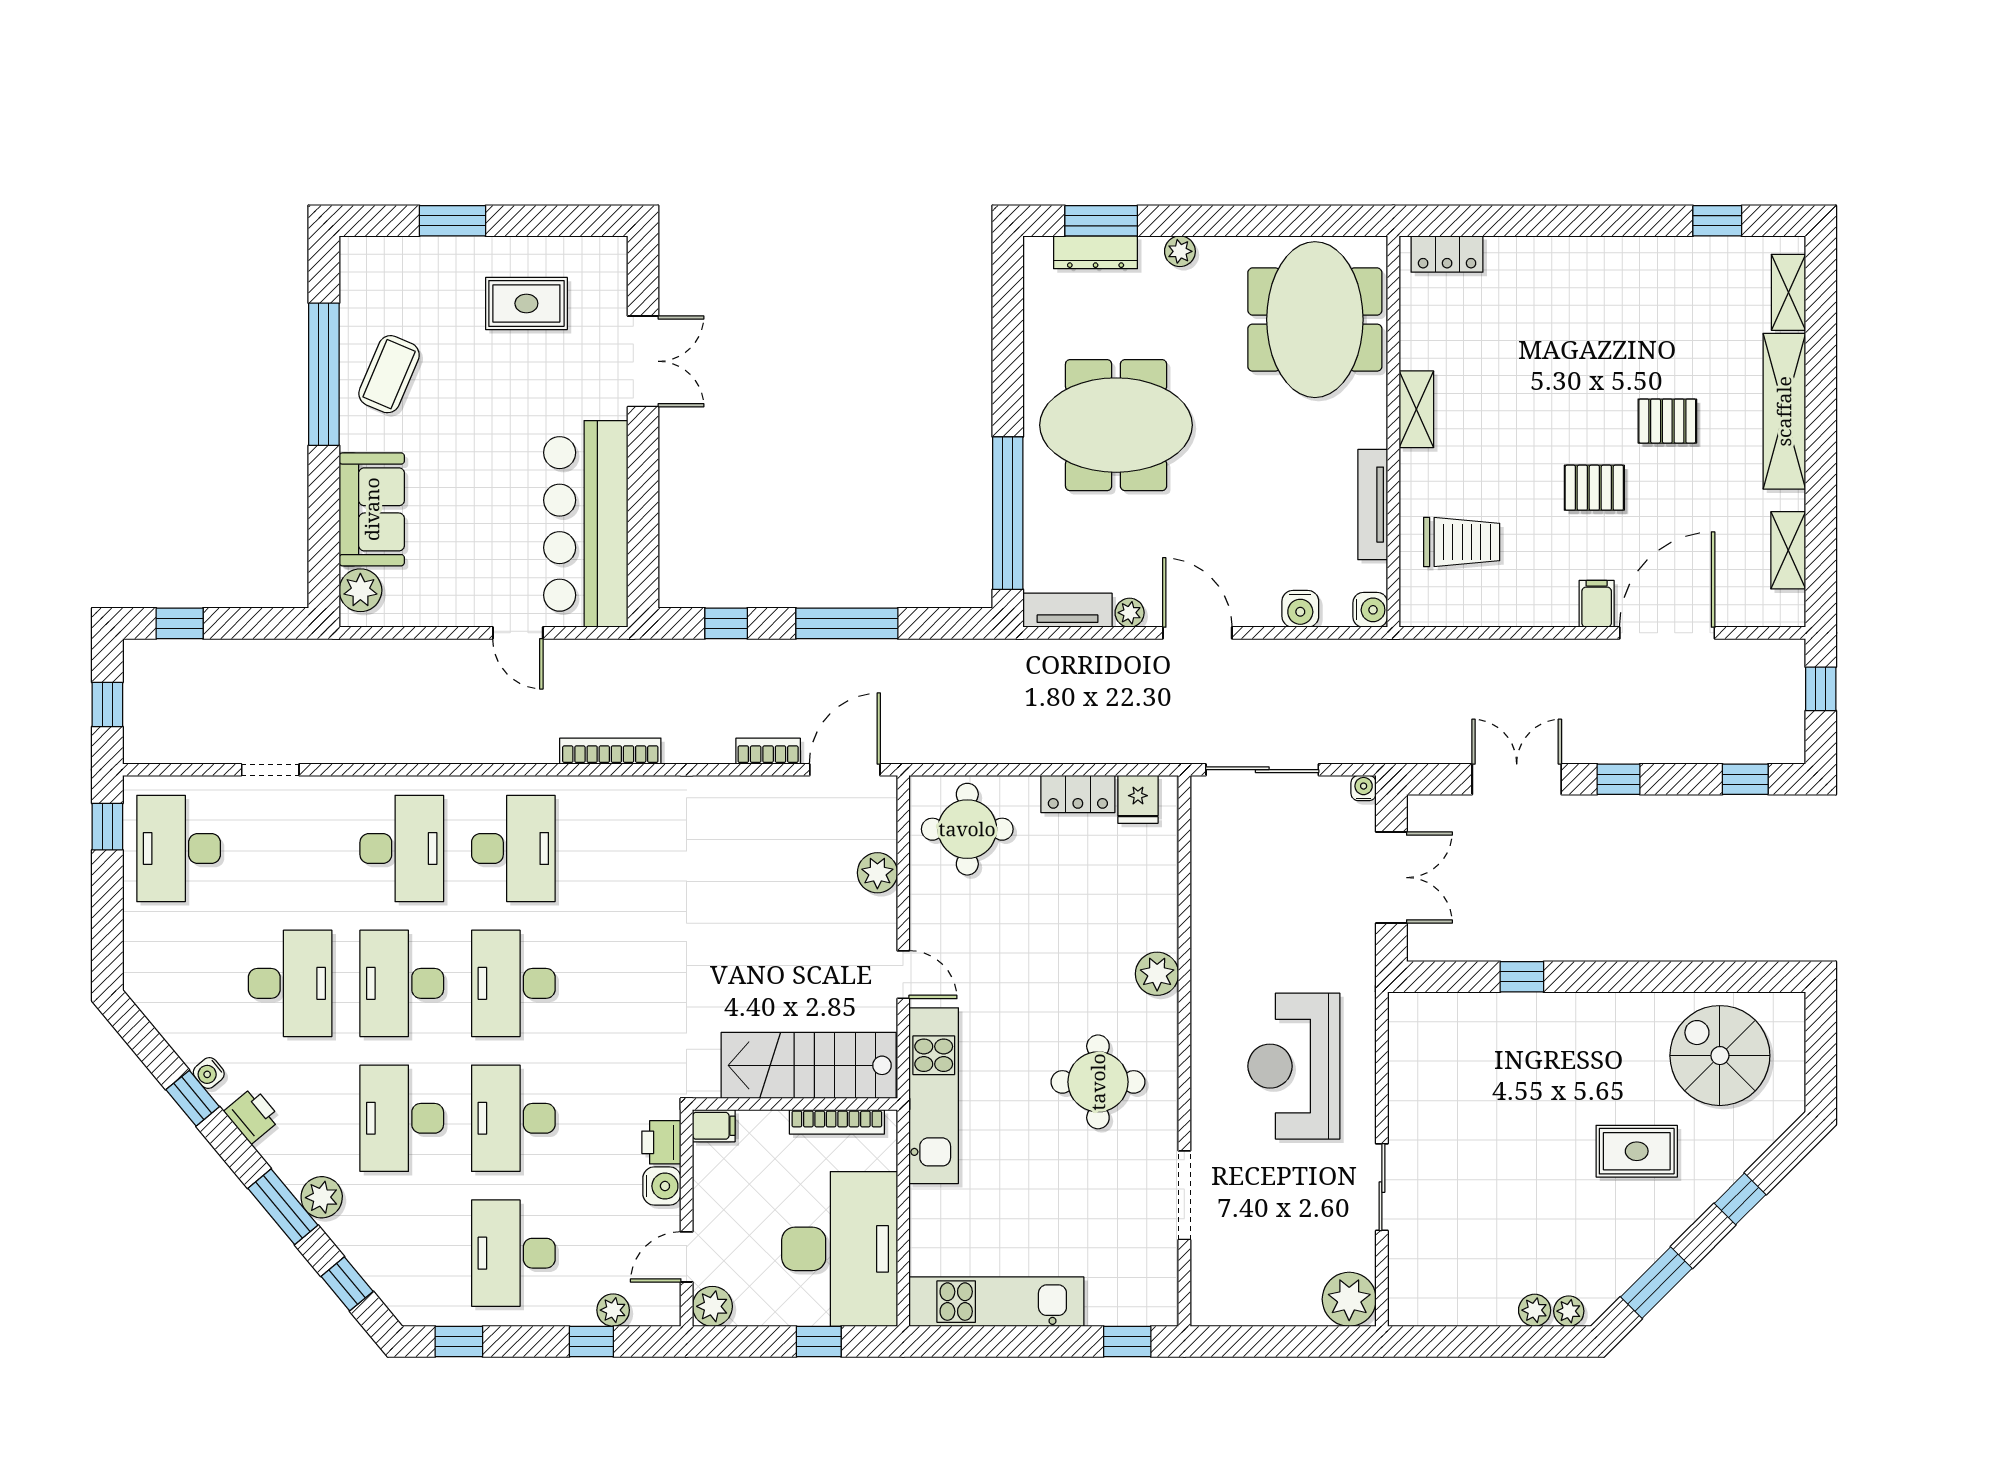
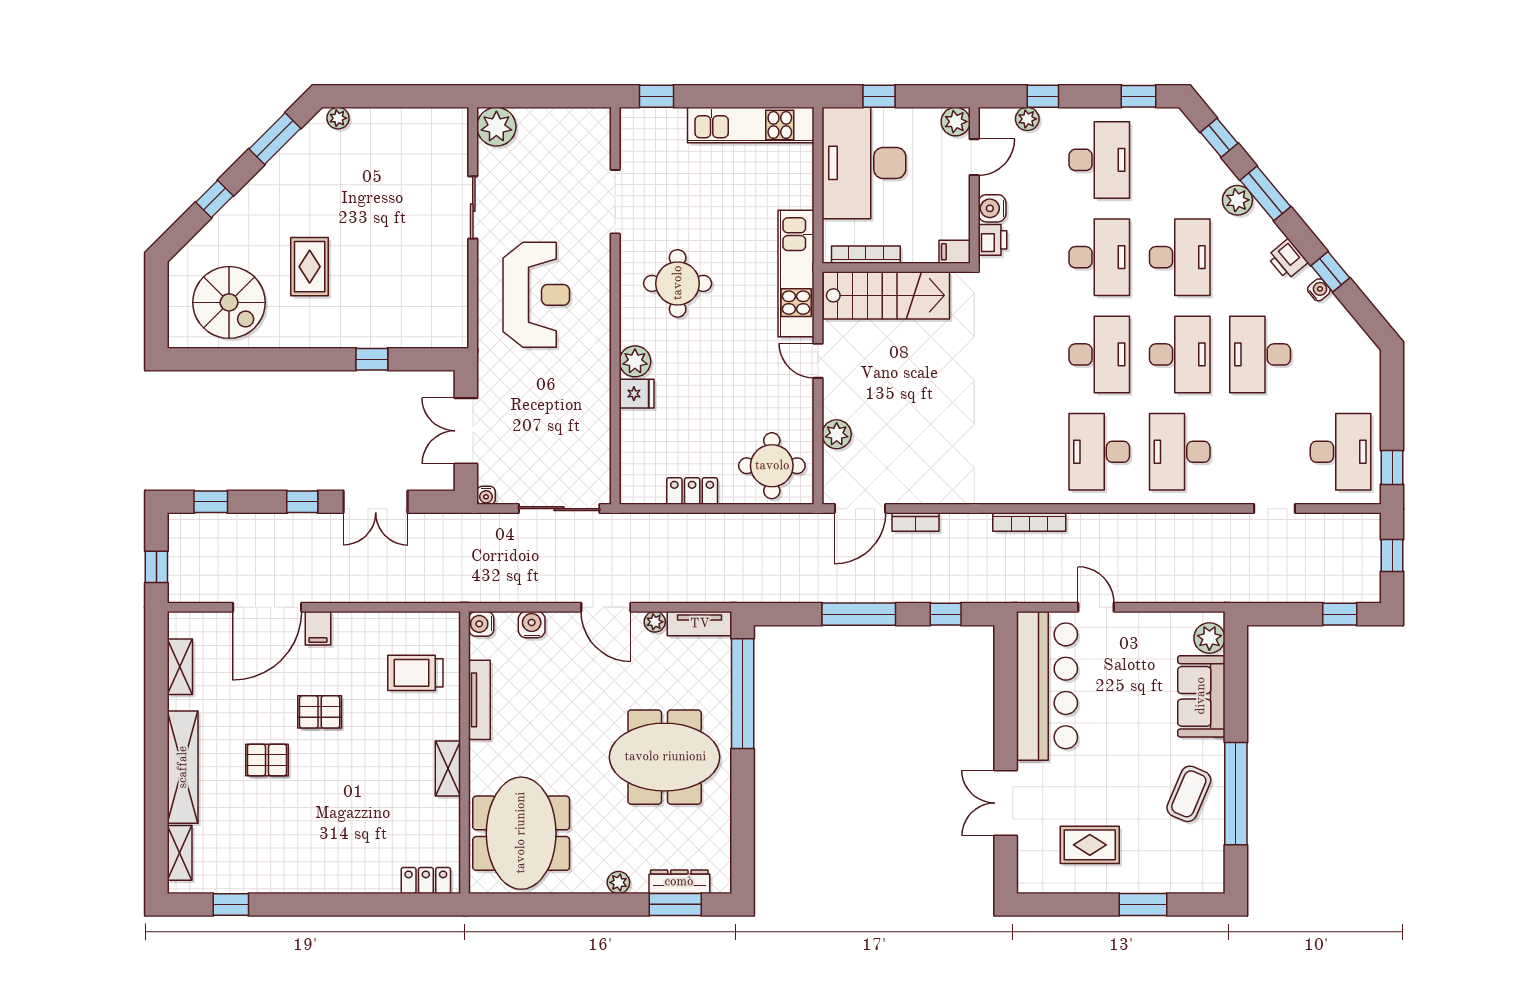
fridge: (1138, 799) -> (637, 394), moved, turned 90
rug: (1637, 1151) -> (310, 267), moved, turned 90
plant: (1535, 1310) -> (363, 119), removed

